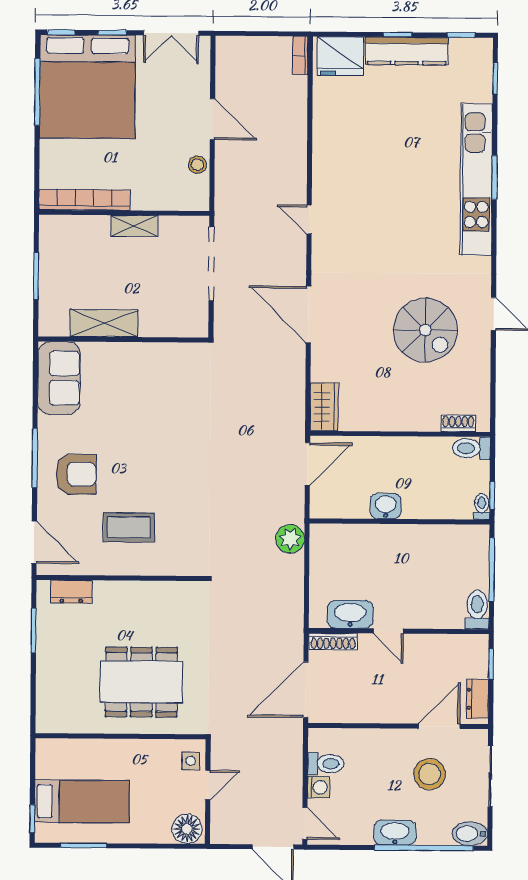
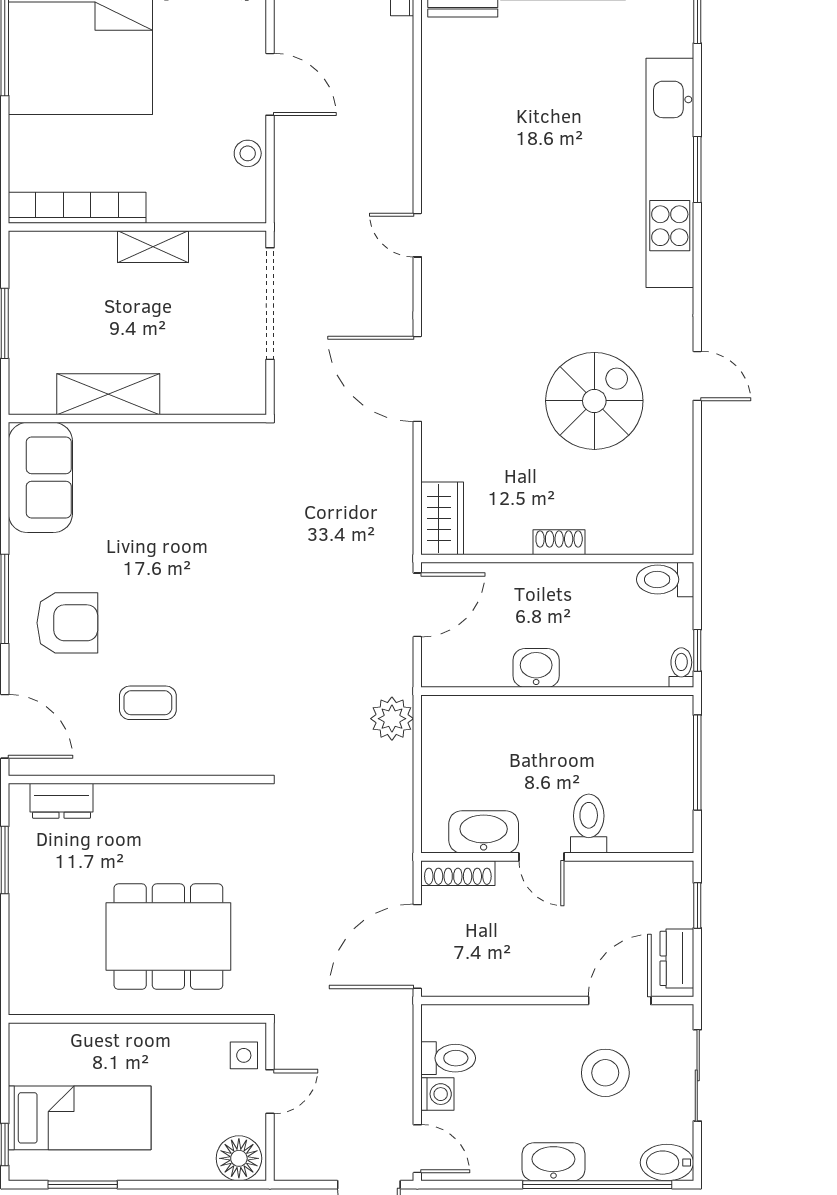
spiral stairs: (425, 330) -> (594, 401), turned -90
shoe rack: (458, 424) -> (559, 542), moved
coffee table: (129, 527) -> (148, 703), width x0.73, depth x0.77
toilet: (477, 610) -> (589, 824), moved

